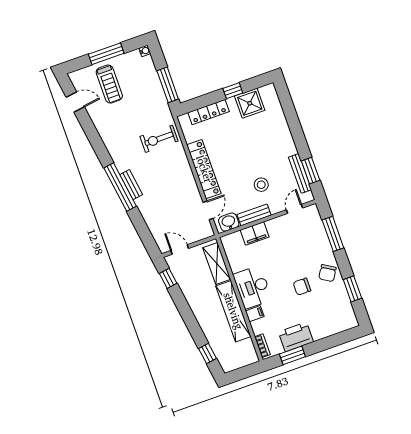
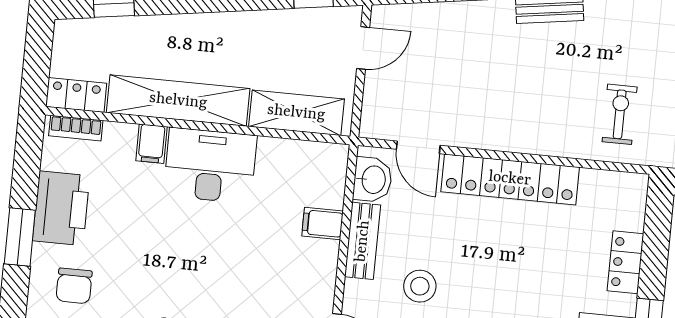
locker: (209, 112) -> (625, 262), width x0.66
exercise bike: (159, 139) -> (620, 114), width x0.73, depth x0.72
filing cabinet: (255, 233) -> (322, 223), width x0.50
chair: (302, 287) -> (74, 286), moved, turned 180
locker: (250, 352) -> (76, 95), added
window: (292, 355) -> (20, 237), moved

